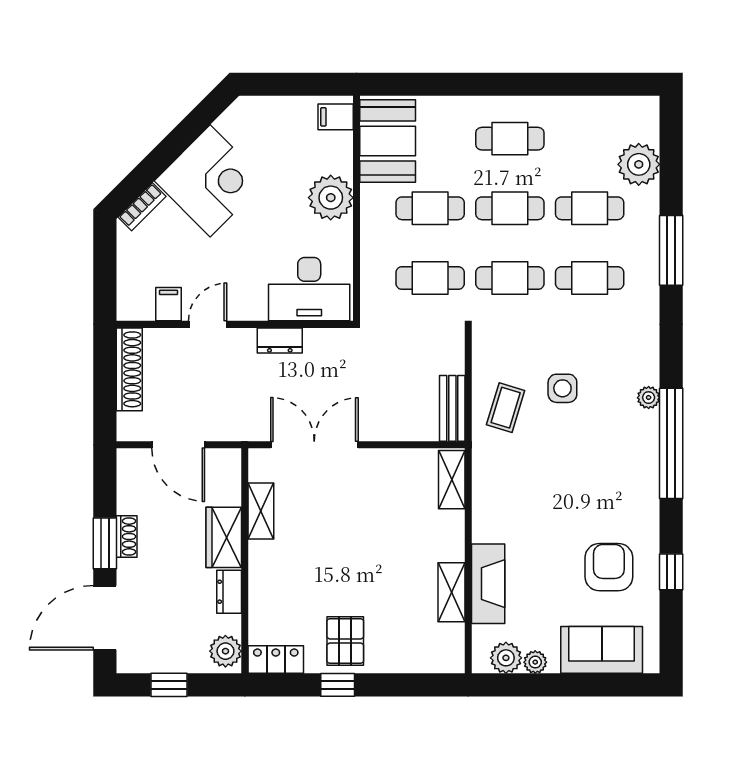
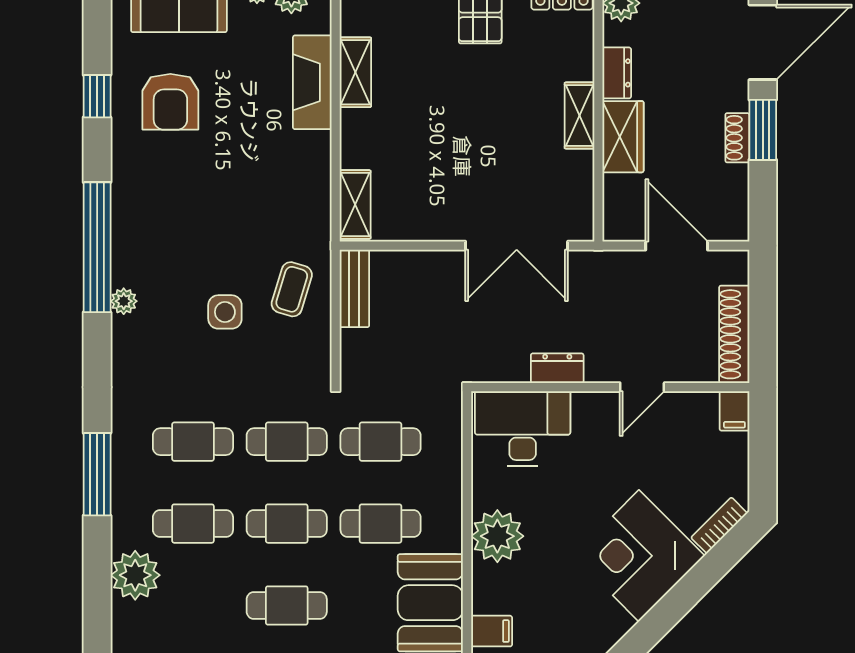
filing cabinet: (168, 304) -> (734, 411), moved
shelving: (261, 511) -> (579, 116), moved

